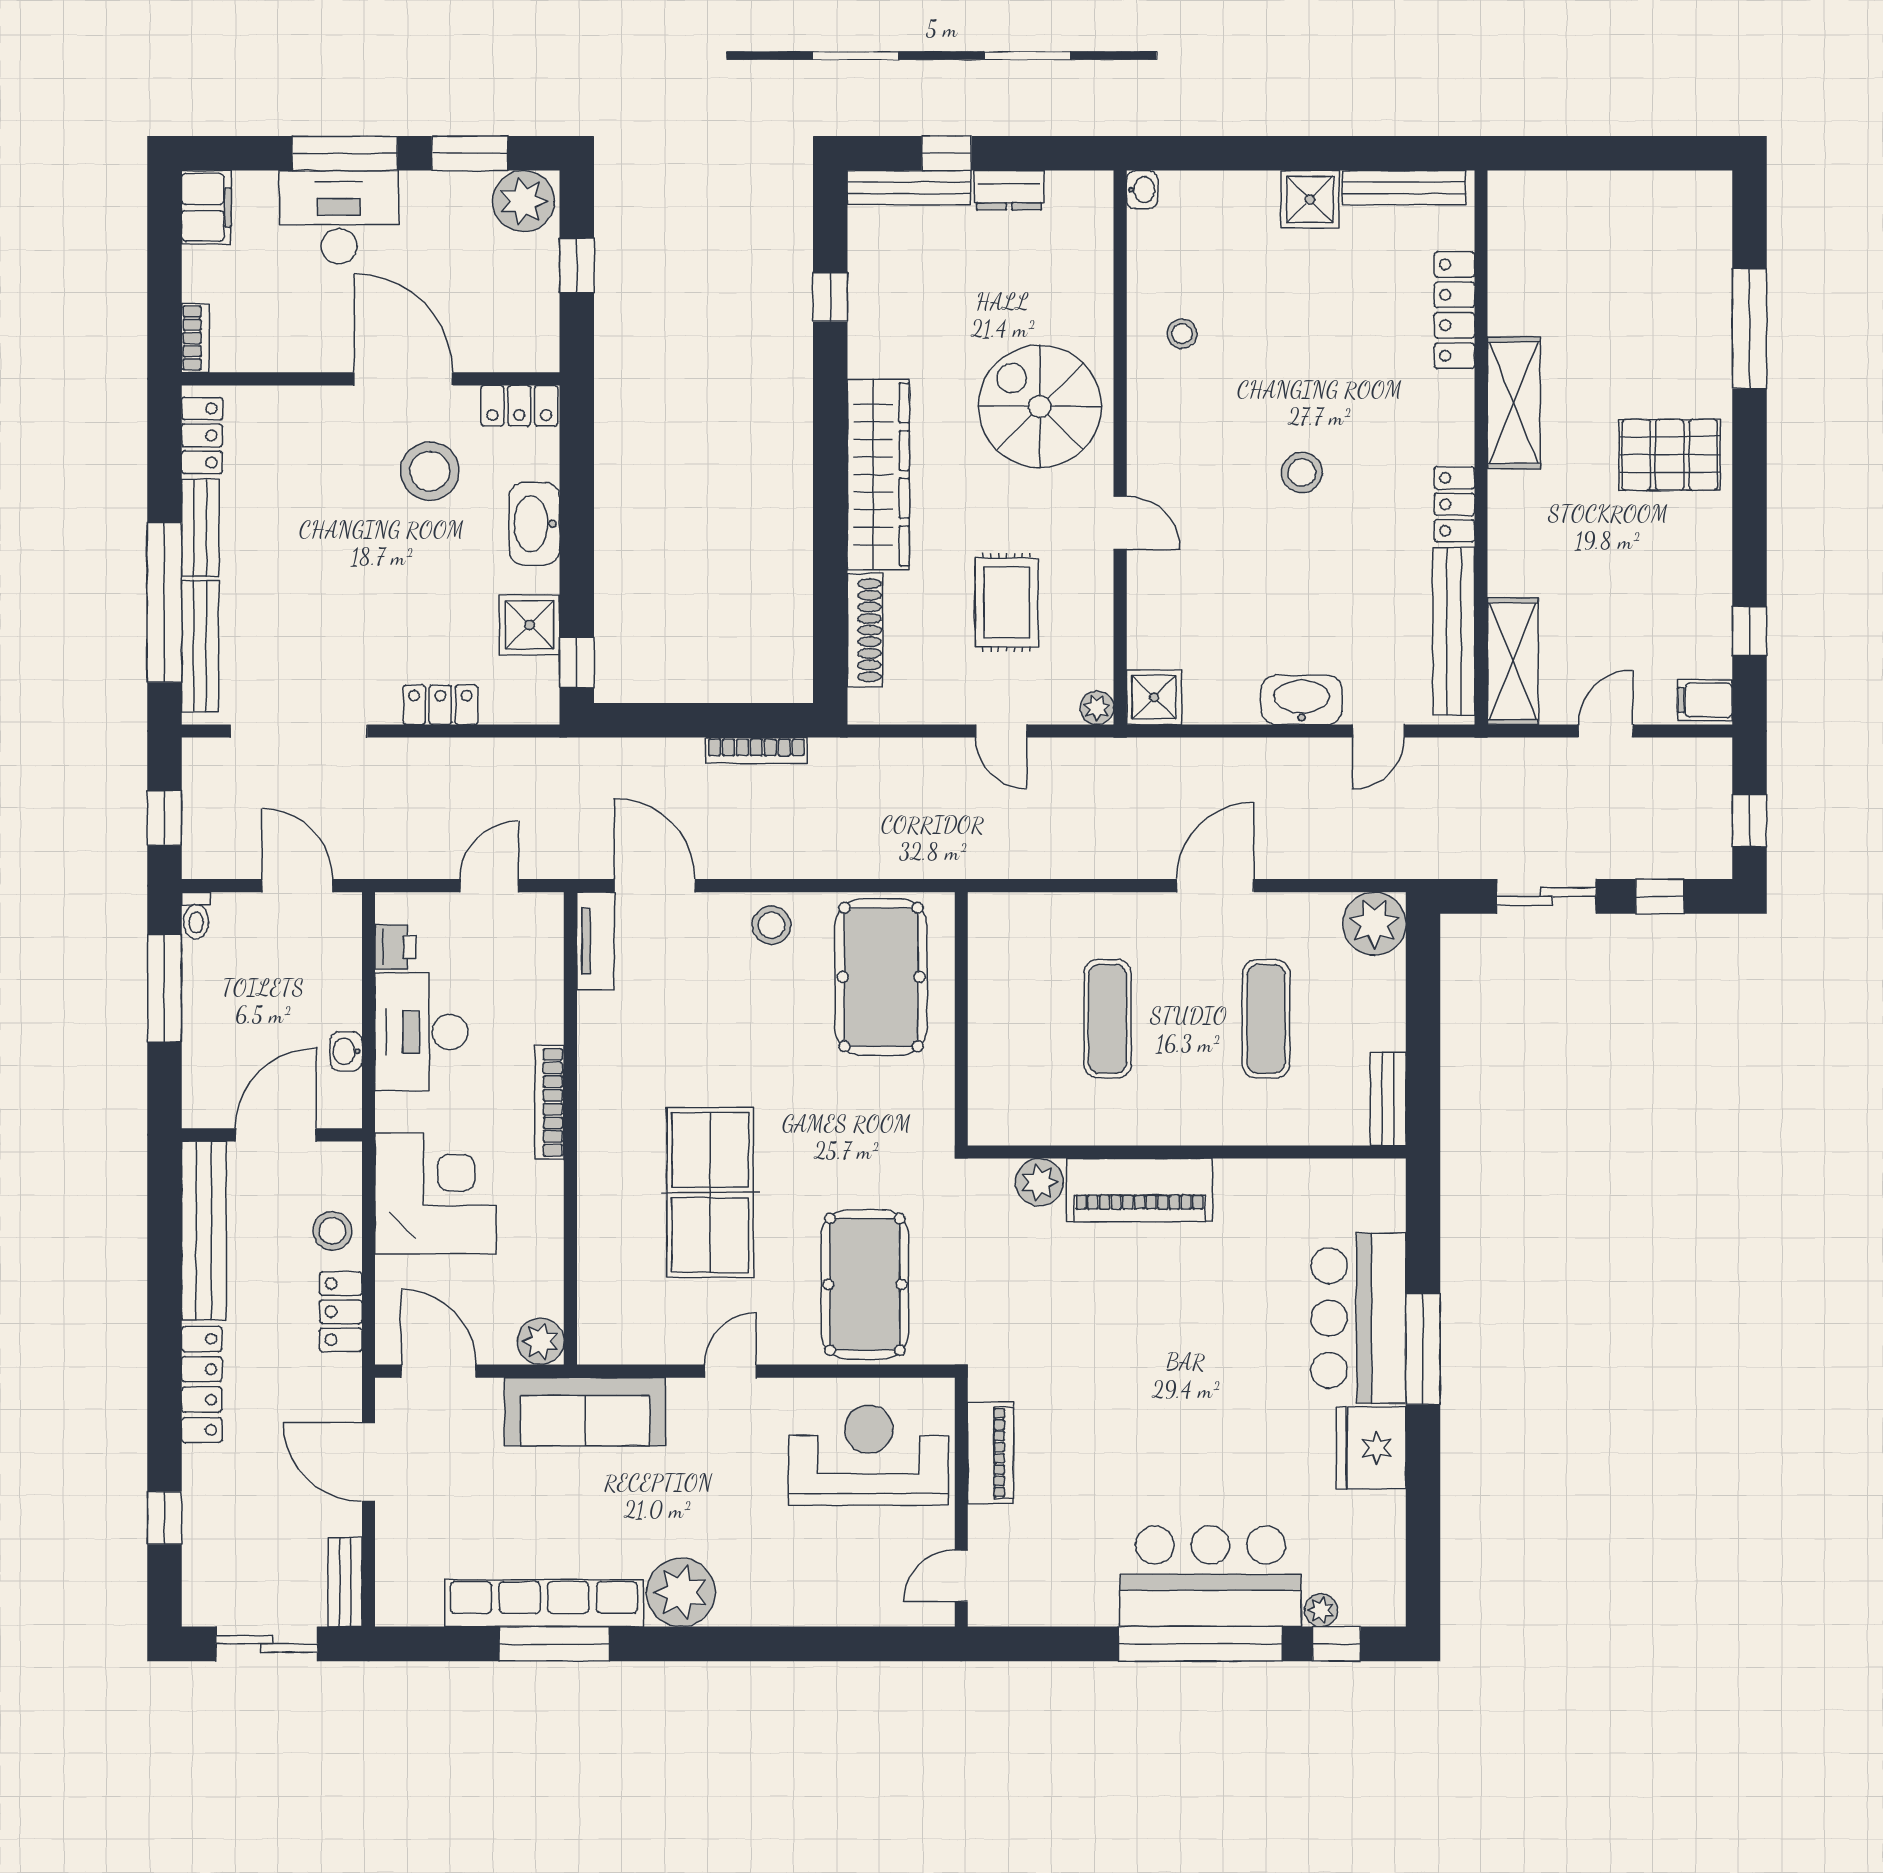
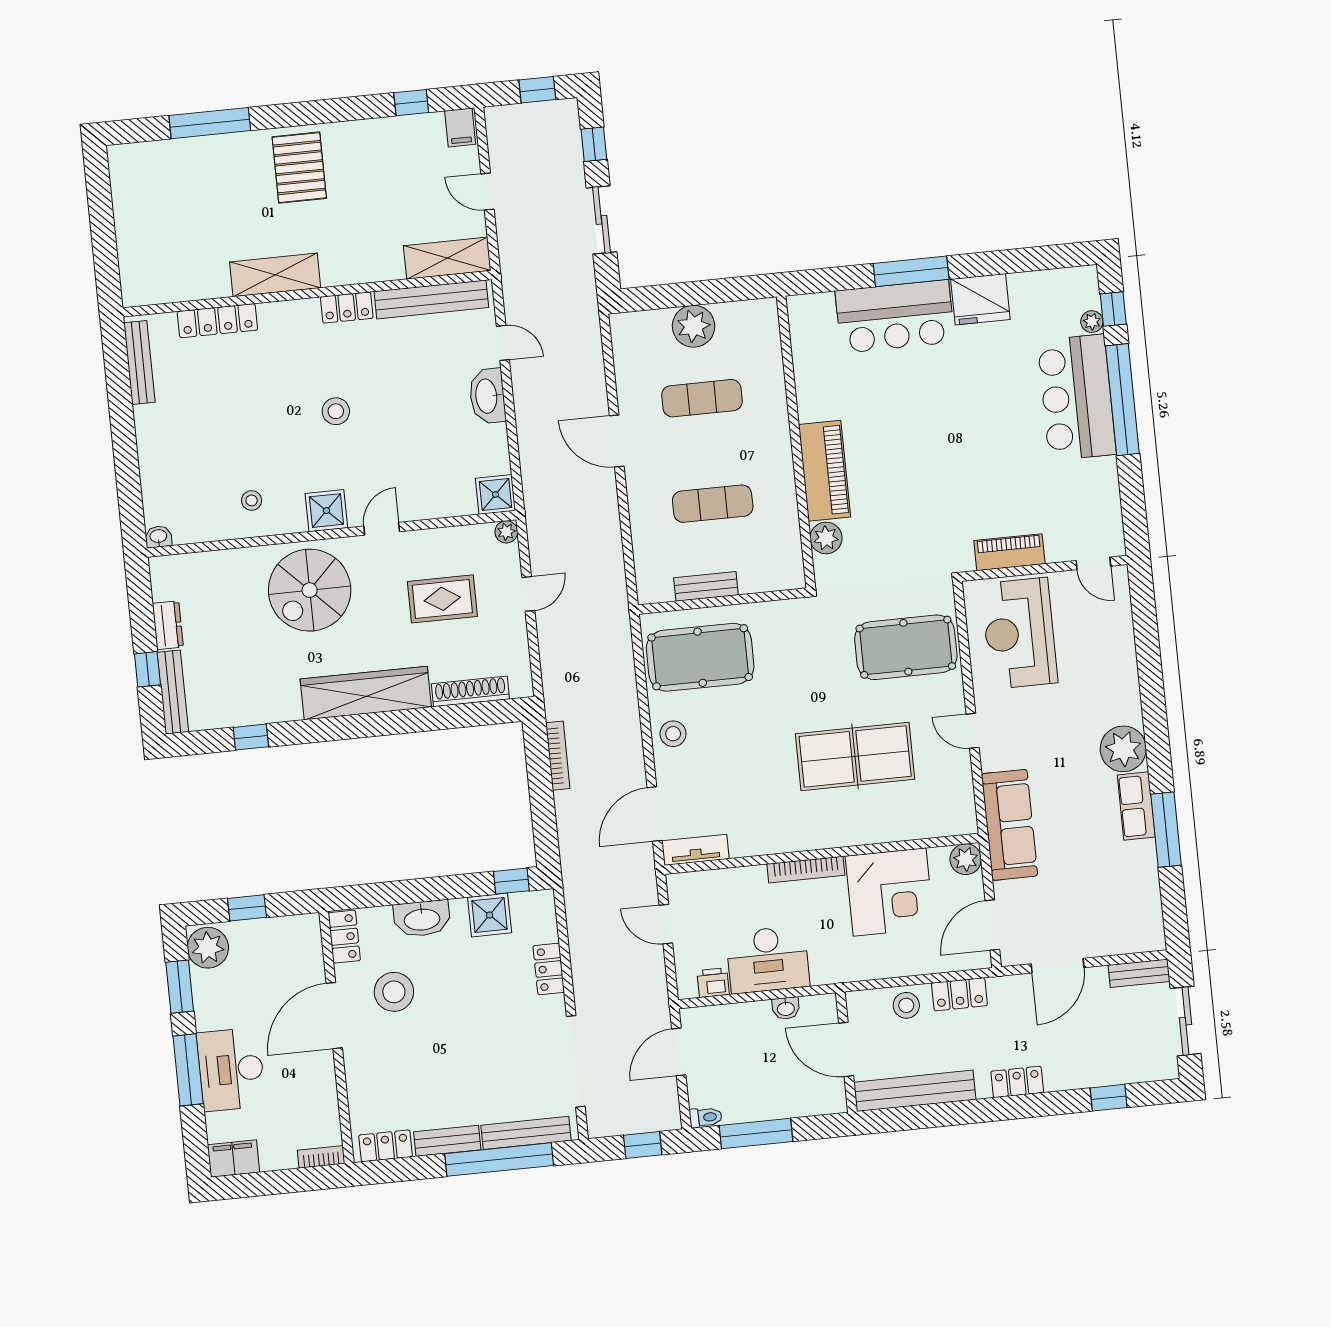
shower: (1310, 199) -> (326, 511), moved
plant: (1374, 924) -> (694, 326), moved
bench: (1388, 1099) -> (706, 586), moved
corner desk: (435, 1193) -> (890, 892), moved, turned 180
locker: (202, 1384) -> (1017, 1082), width x0.66
row of seats: (544, 1603) -> (1136, 806), width x0.50

